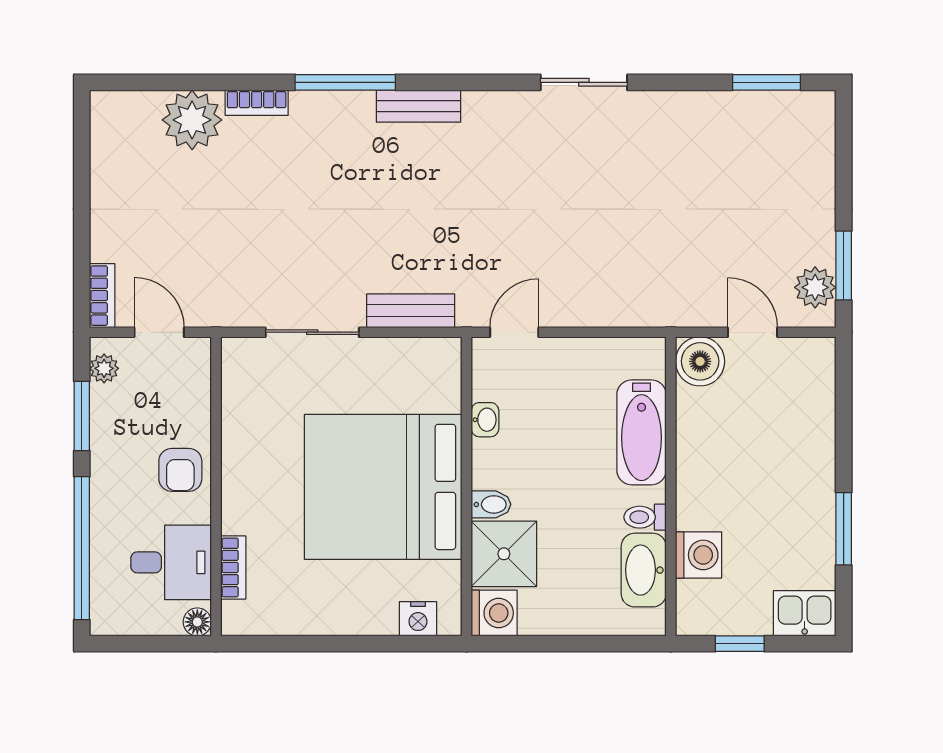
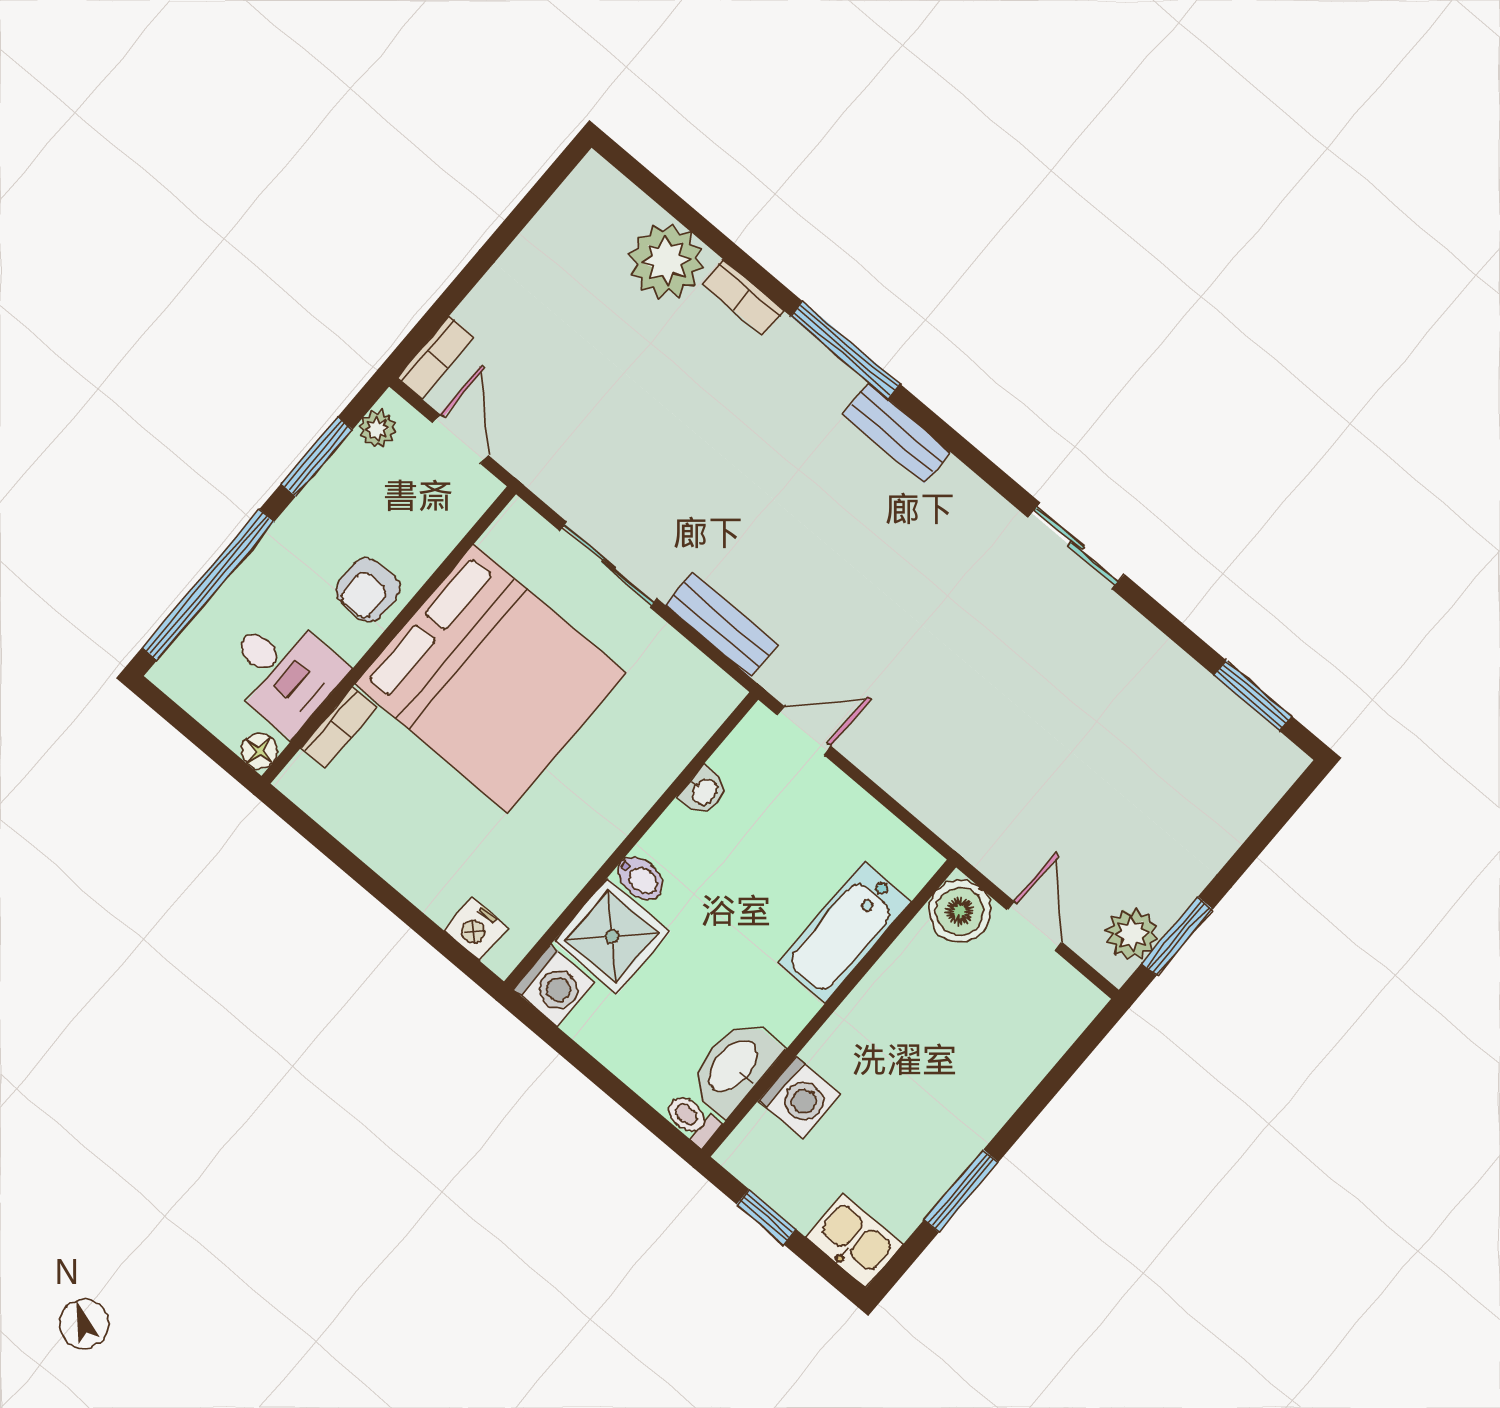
bed: (383, 487) -> (491, 678), moved, turned 180
toilet: (645, 517) -> (692, 1119), moved

